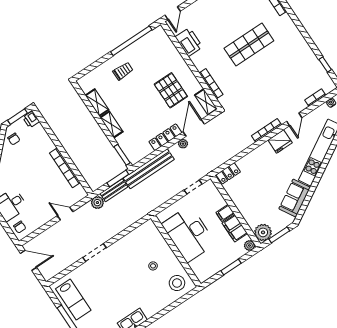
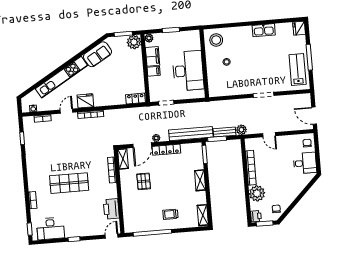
pallet: (171, 90) -> (144, 181), width x0.67, depth x0.71
shelving: (97, 103) -> (203, 215), moved
plant: (43, 144) -> (257, 193), added

